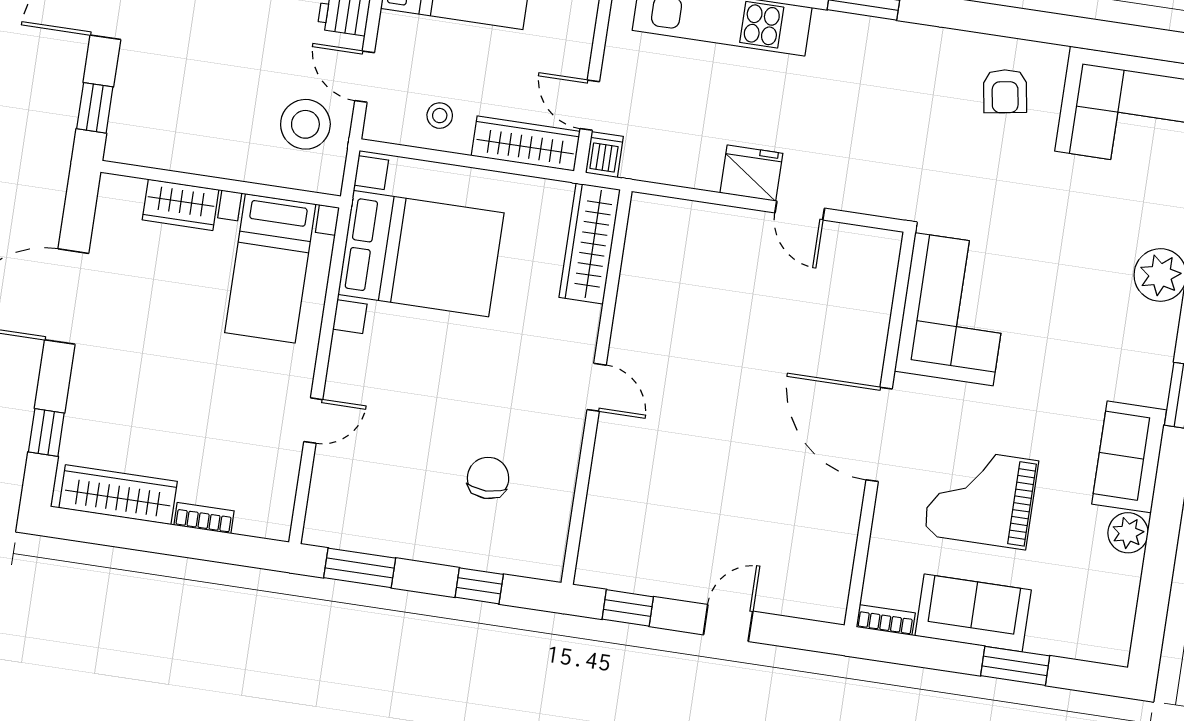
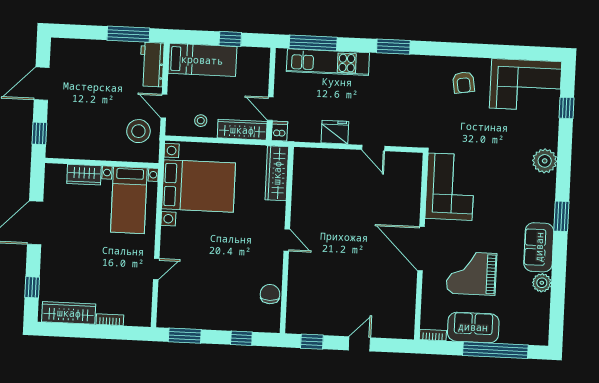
fridge: (751, 173) -> (335, 132), moved
chair: (488, 478) -> (270, 294), moved
window: (1015, 666) -> (495, 350), width x2.11

